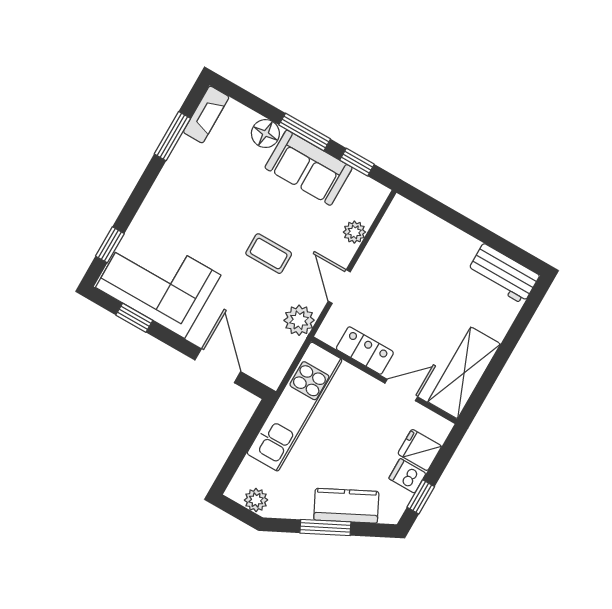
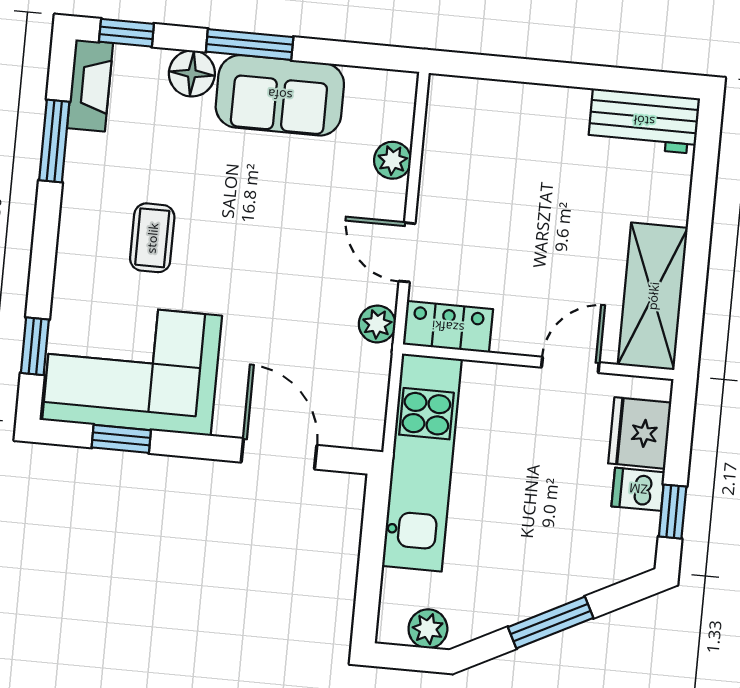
window: (357, 162) -> (126, 33), moved
coffee table: (269, 254) -> (152, 238), moved, turned 90
plant: (299, 320) -> (377, 324), width x0.73, depth x0.73
locker: (365, 351) -> (448, 327), moved
fridge: (420, 450) -> (640, 433), width x1.38
kitchen counter: (346, 506) -> (567, 576), removed

